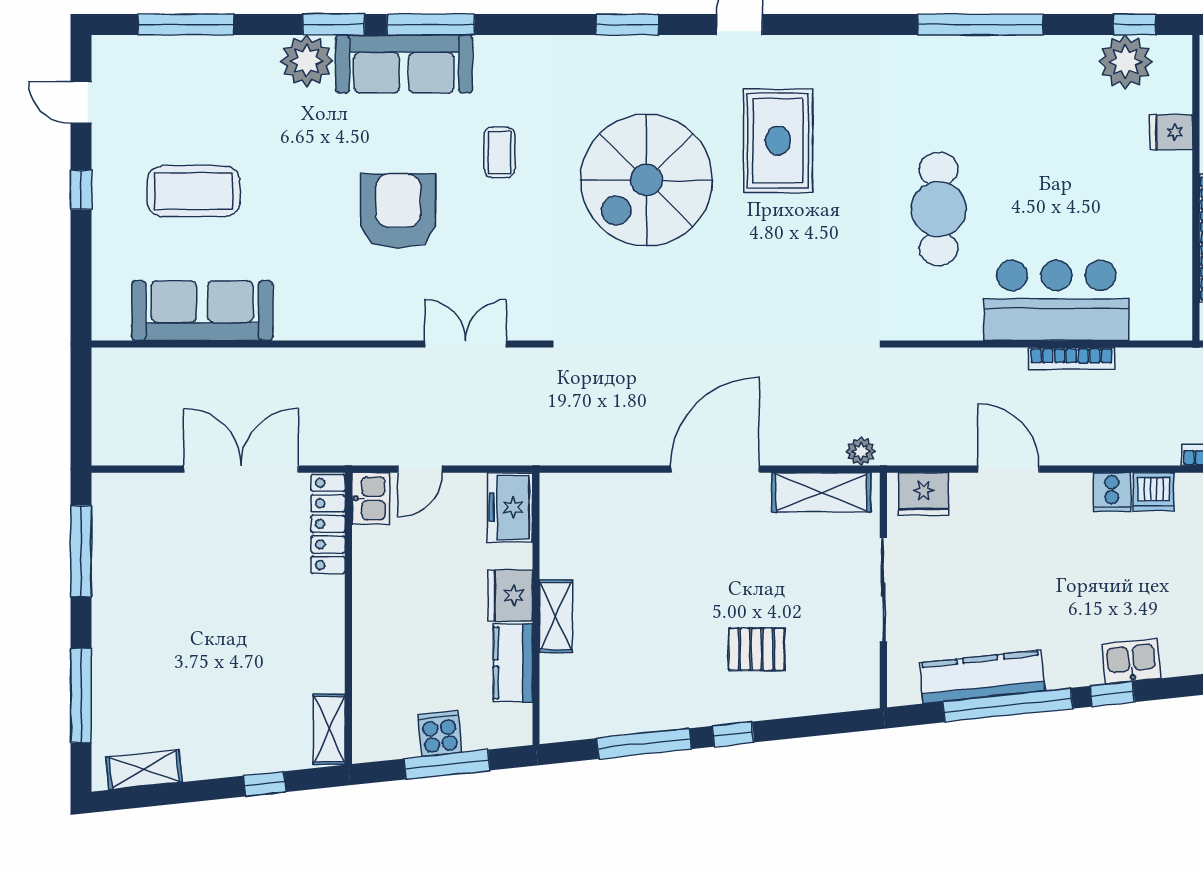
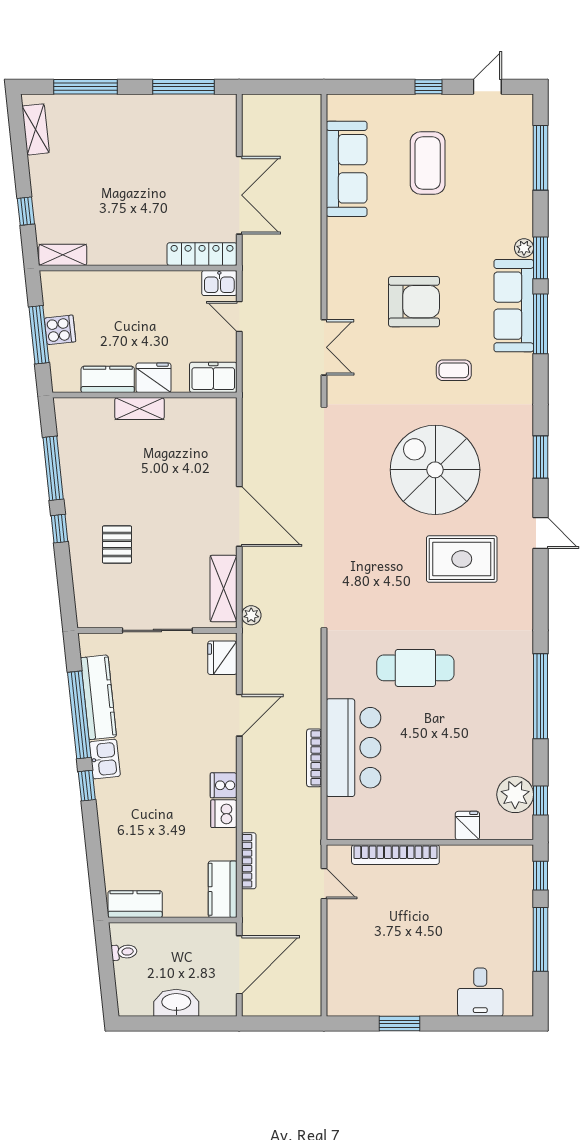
plant: (307, 61) -> (524, 248), width x0.53, depth x0.53
kitchen sink: (1131, 661) -> (105, 759), moved

